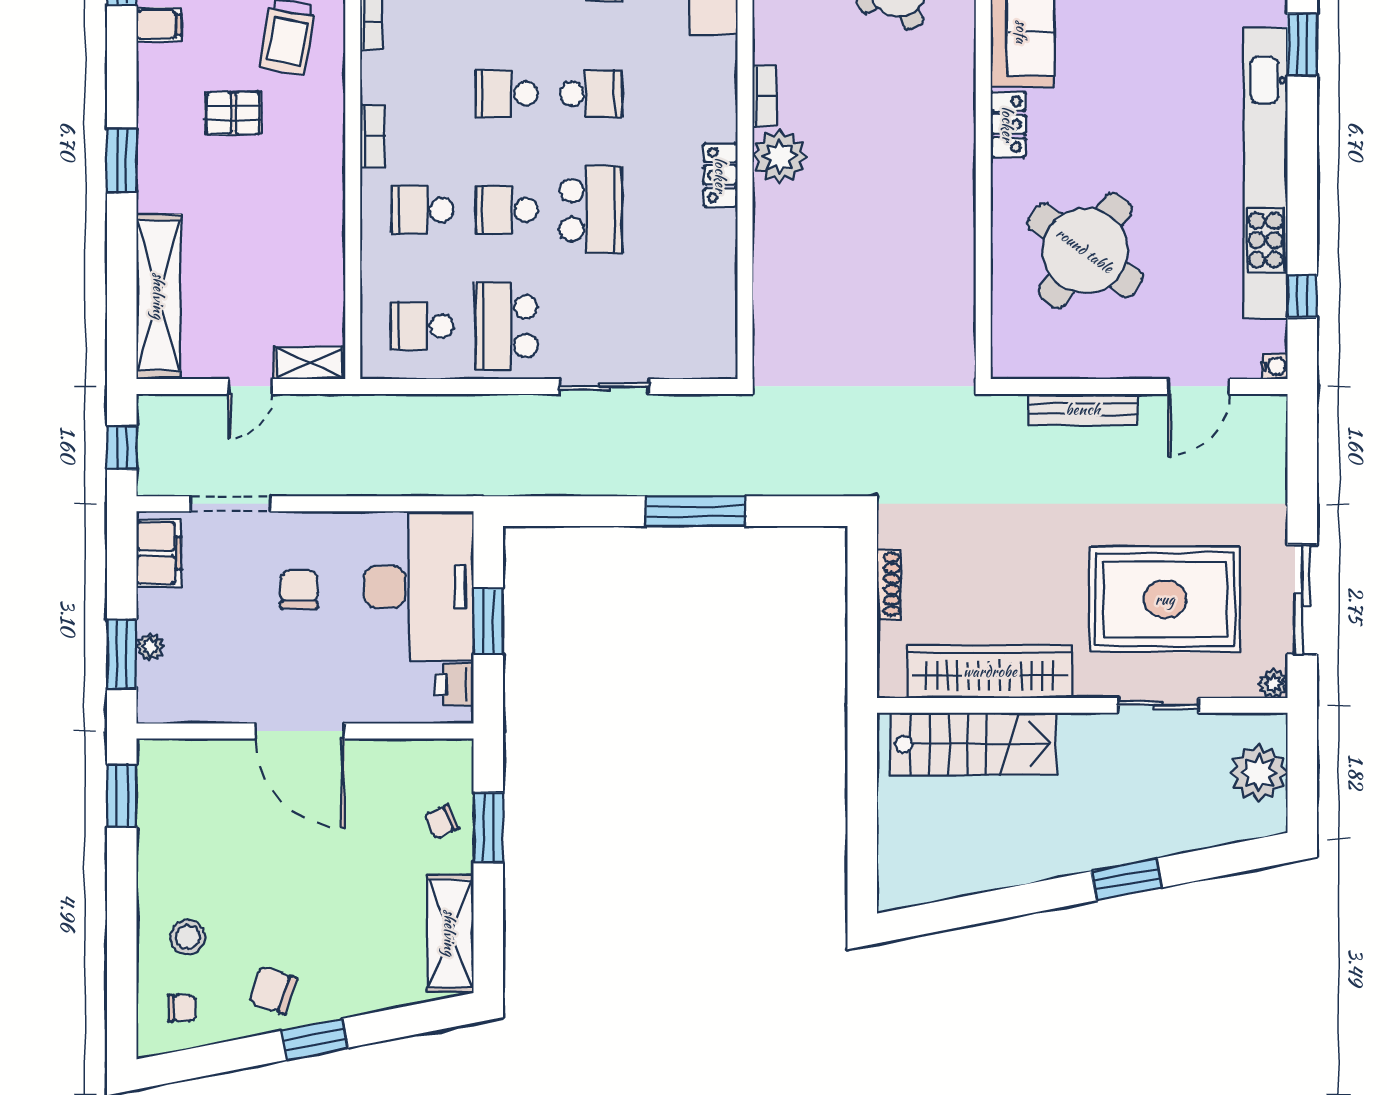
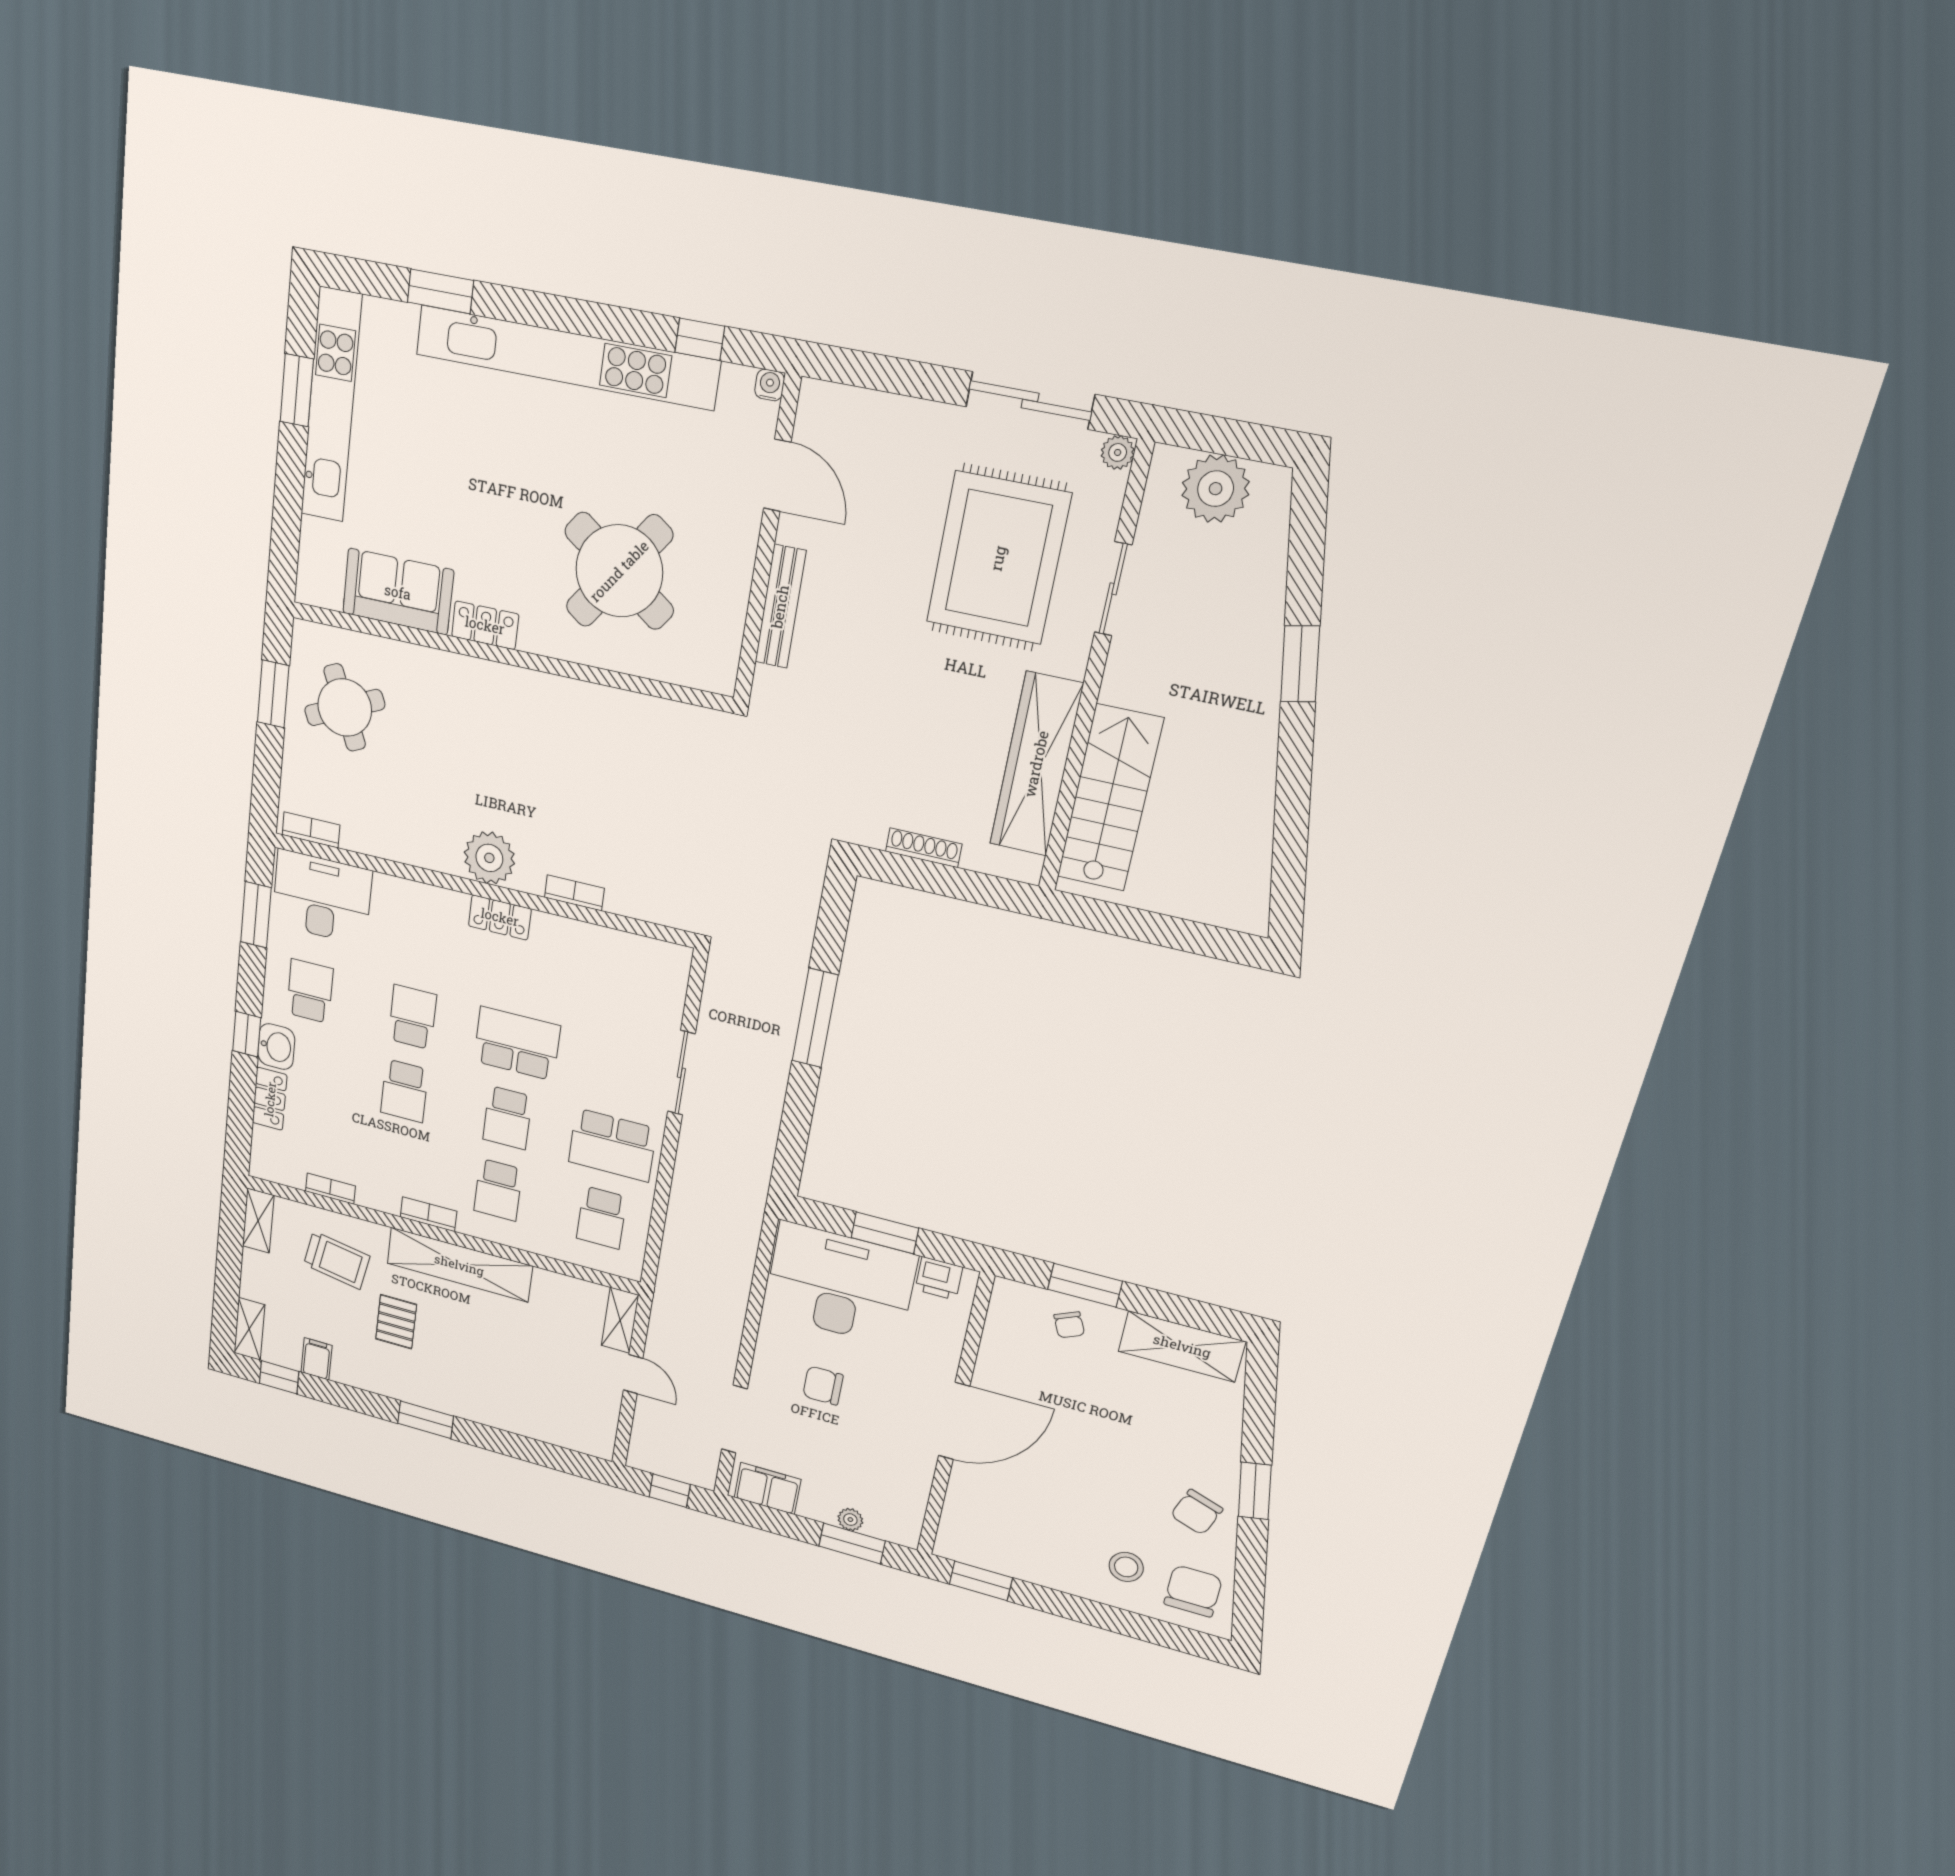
bookcase: (764, 96) -> (574, 893), moved
shelving: (159, 296) -> (459, 1265), moved
chair: (182, 1008) -> (1193, 1591), width x1.87, depth x1.87

